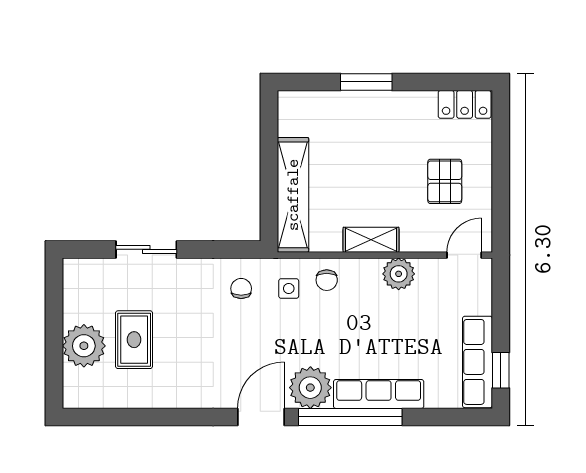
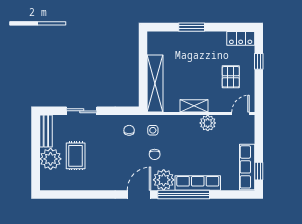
window: (501, 151) -> (259, 61), added
chair: (327, 280) -> (155, 154), moved
bench: (75, 290) -> (46, 131), added

